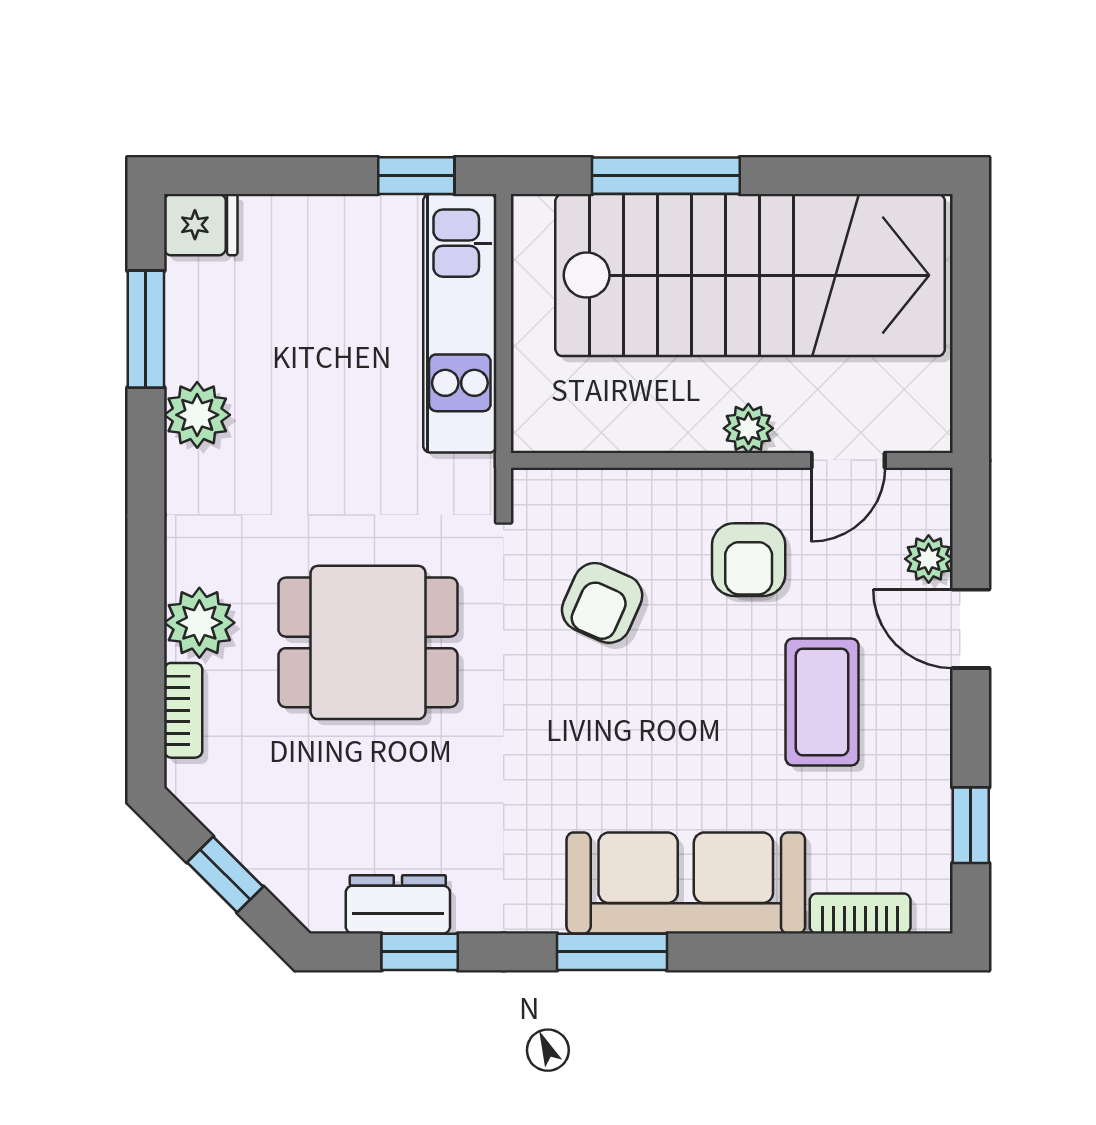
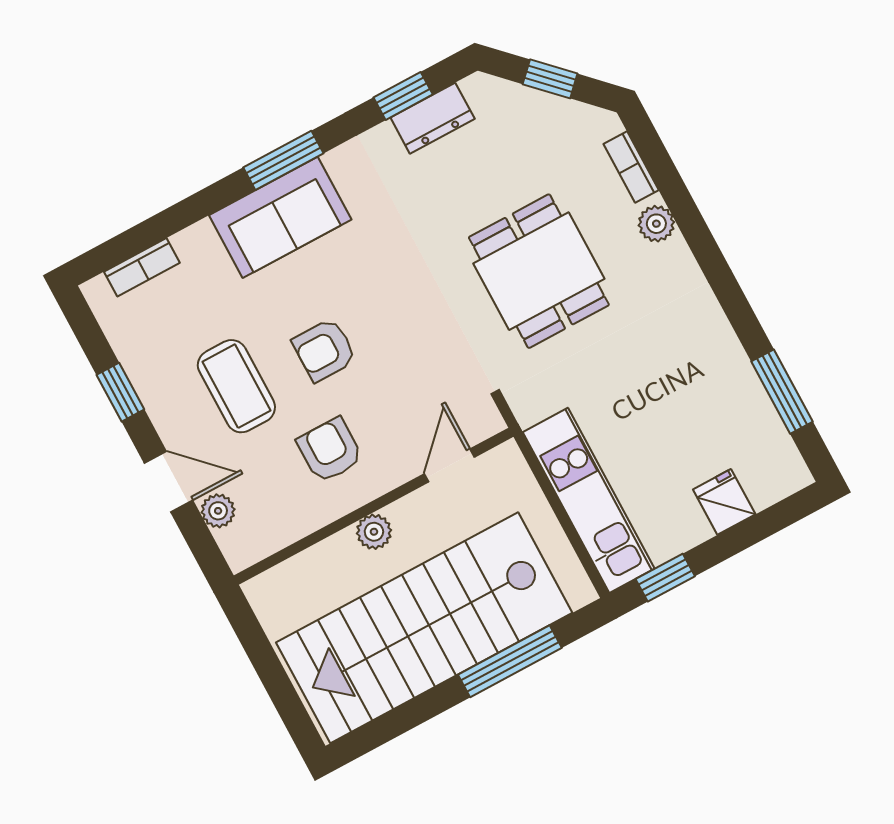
fridge: (201, 225) -> (724, 502), moved, turned 90
plant: (197, 415) -> (721, 355), removed
door: (848, 460) -> (449, 465), moved
armchair: (602, 603) -> (324, 350), moved, turned -114
plant: (199, 623) -> (656, 224), width x0.73, depth x0.73
dining table: (368, 642) -> (539, 271), turned 90
window: (971, 825) -> (120, 392), moved
sofa: (686, 883) -> (280, 217), width x0.73

